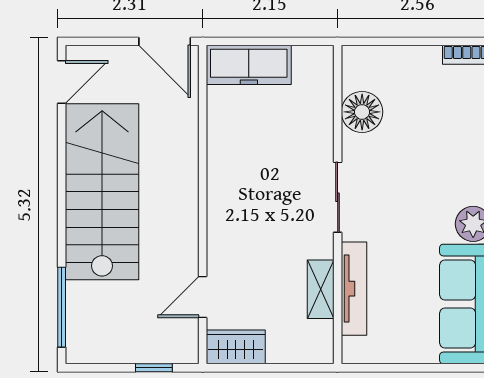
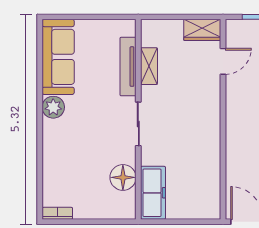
freezer: (249, 65) -> (153, 193), moved, turned 90

